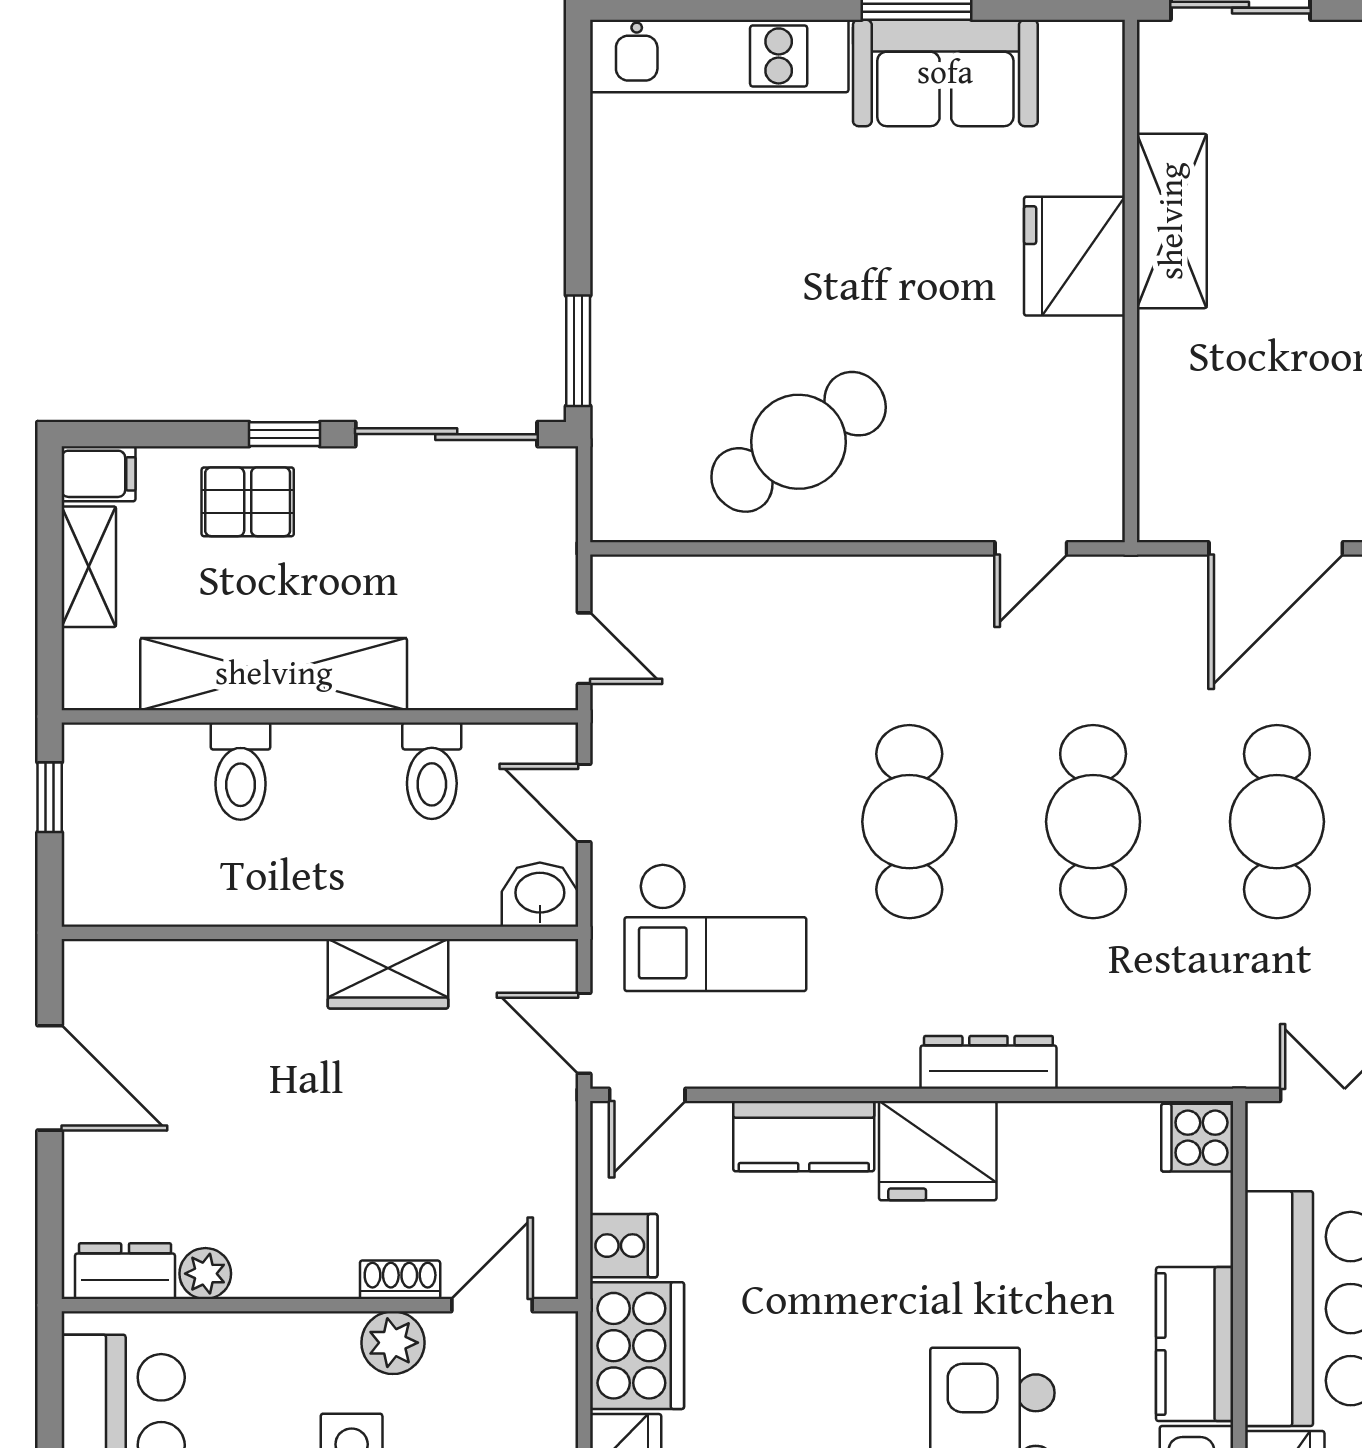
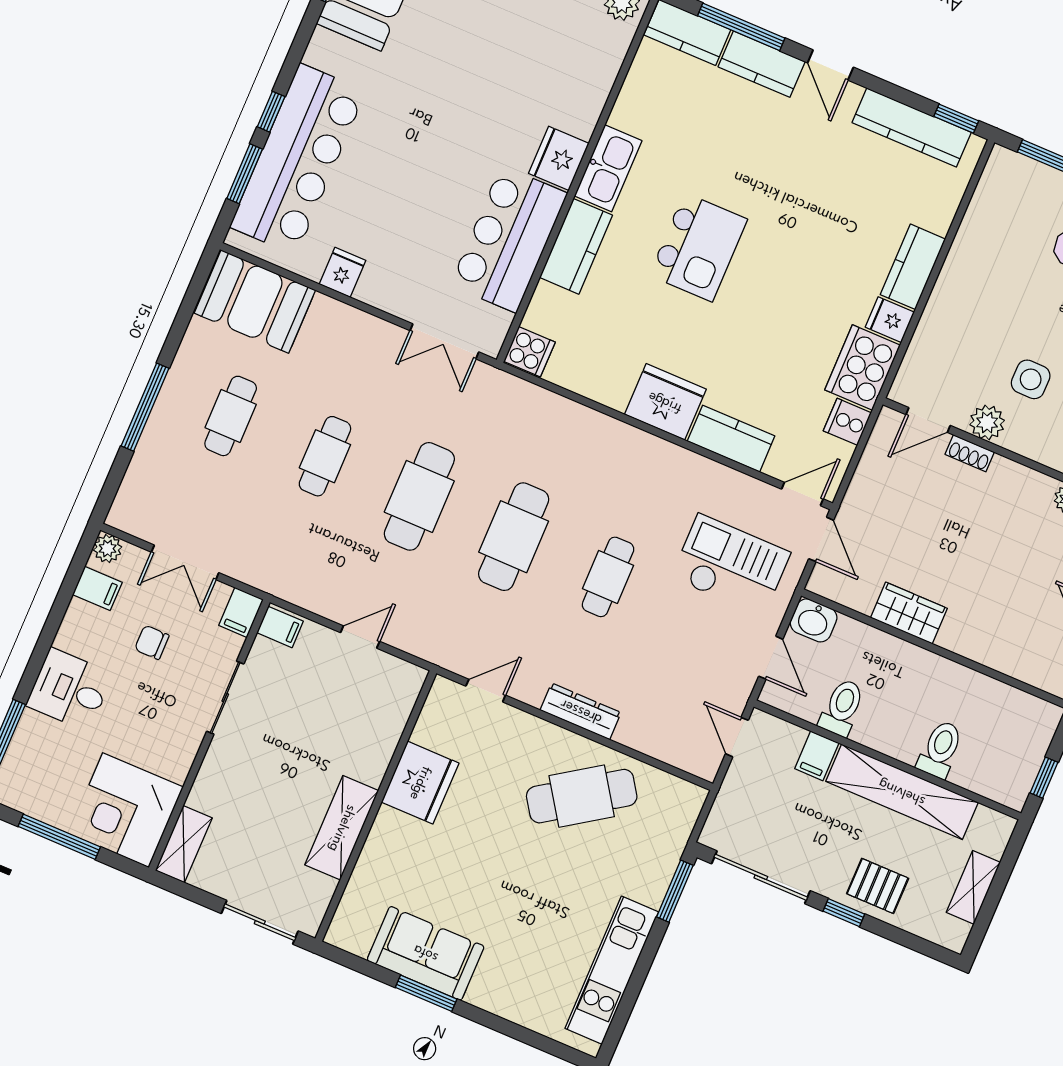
kitchen unit: (719, 56) -> (612, 970), moved, turned -90
fridge: (1074, 256) -> (420, 783), moved
filing cabinet: (98, 474) -> (817, 756), moved, turned -90
door: (1276, 548) -> (360, 637), width x0.53
cafe table: (909, 822) -> (608, 577), width x0.73, depth x0.74
dresser: (988, 1062) -> (581, 711), moved, turned 180

